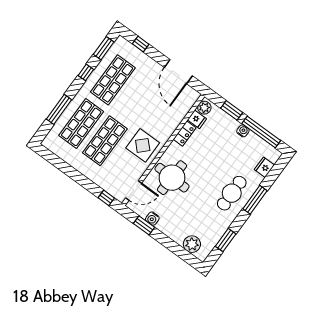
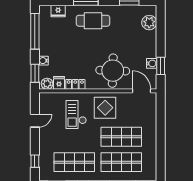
door: (178, 72) -> (35, 121), width x0.53
window: (232, 110) -> (35, 73), moved
checkout: (156, 114) -> (76, 114), added
water cooler: (243, 131) -> (44, 61), moved
window: (106, 198) -> (161, 106), removed

